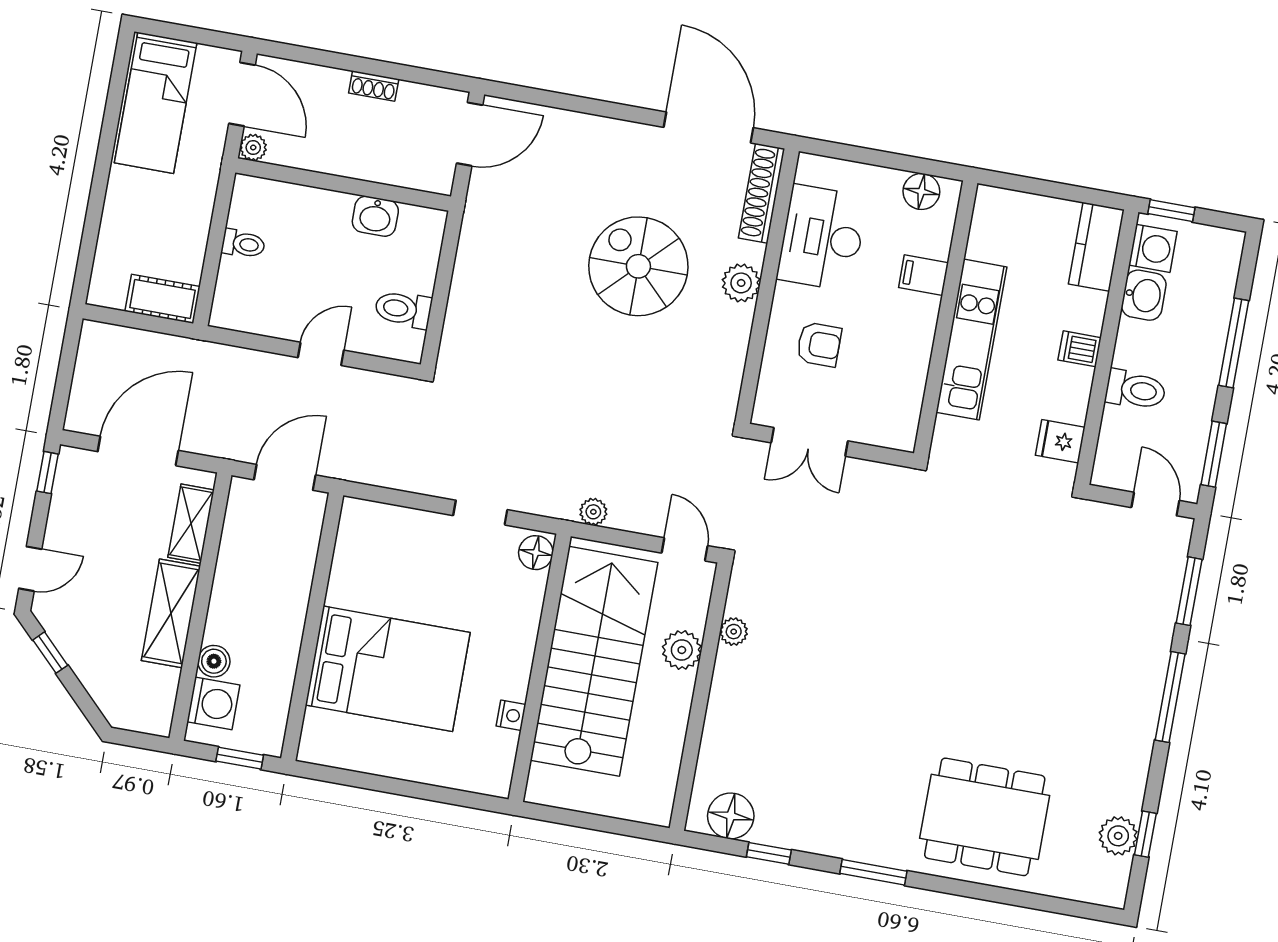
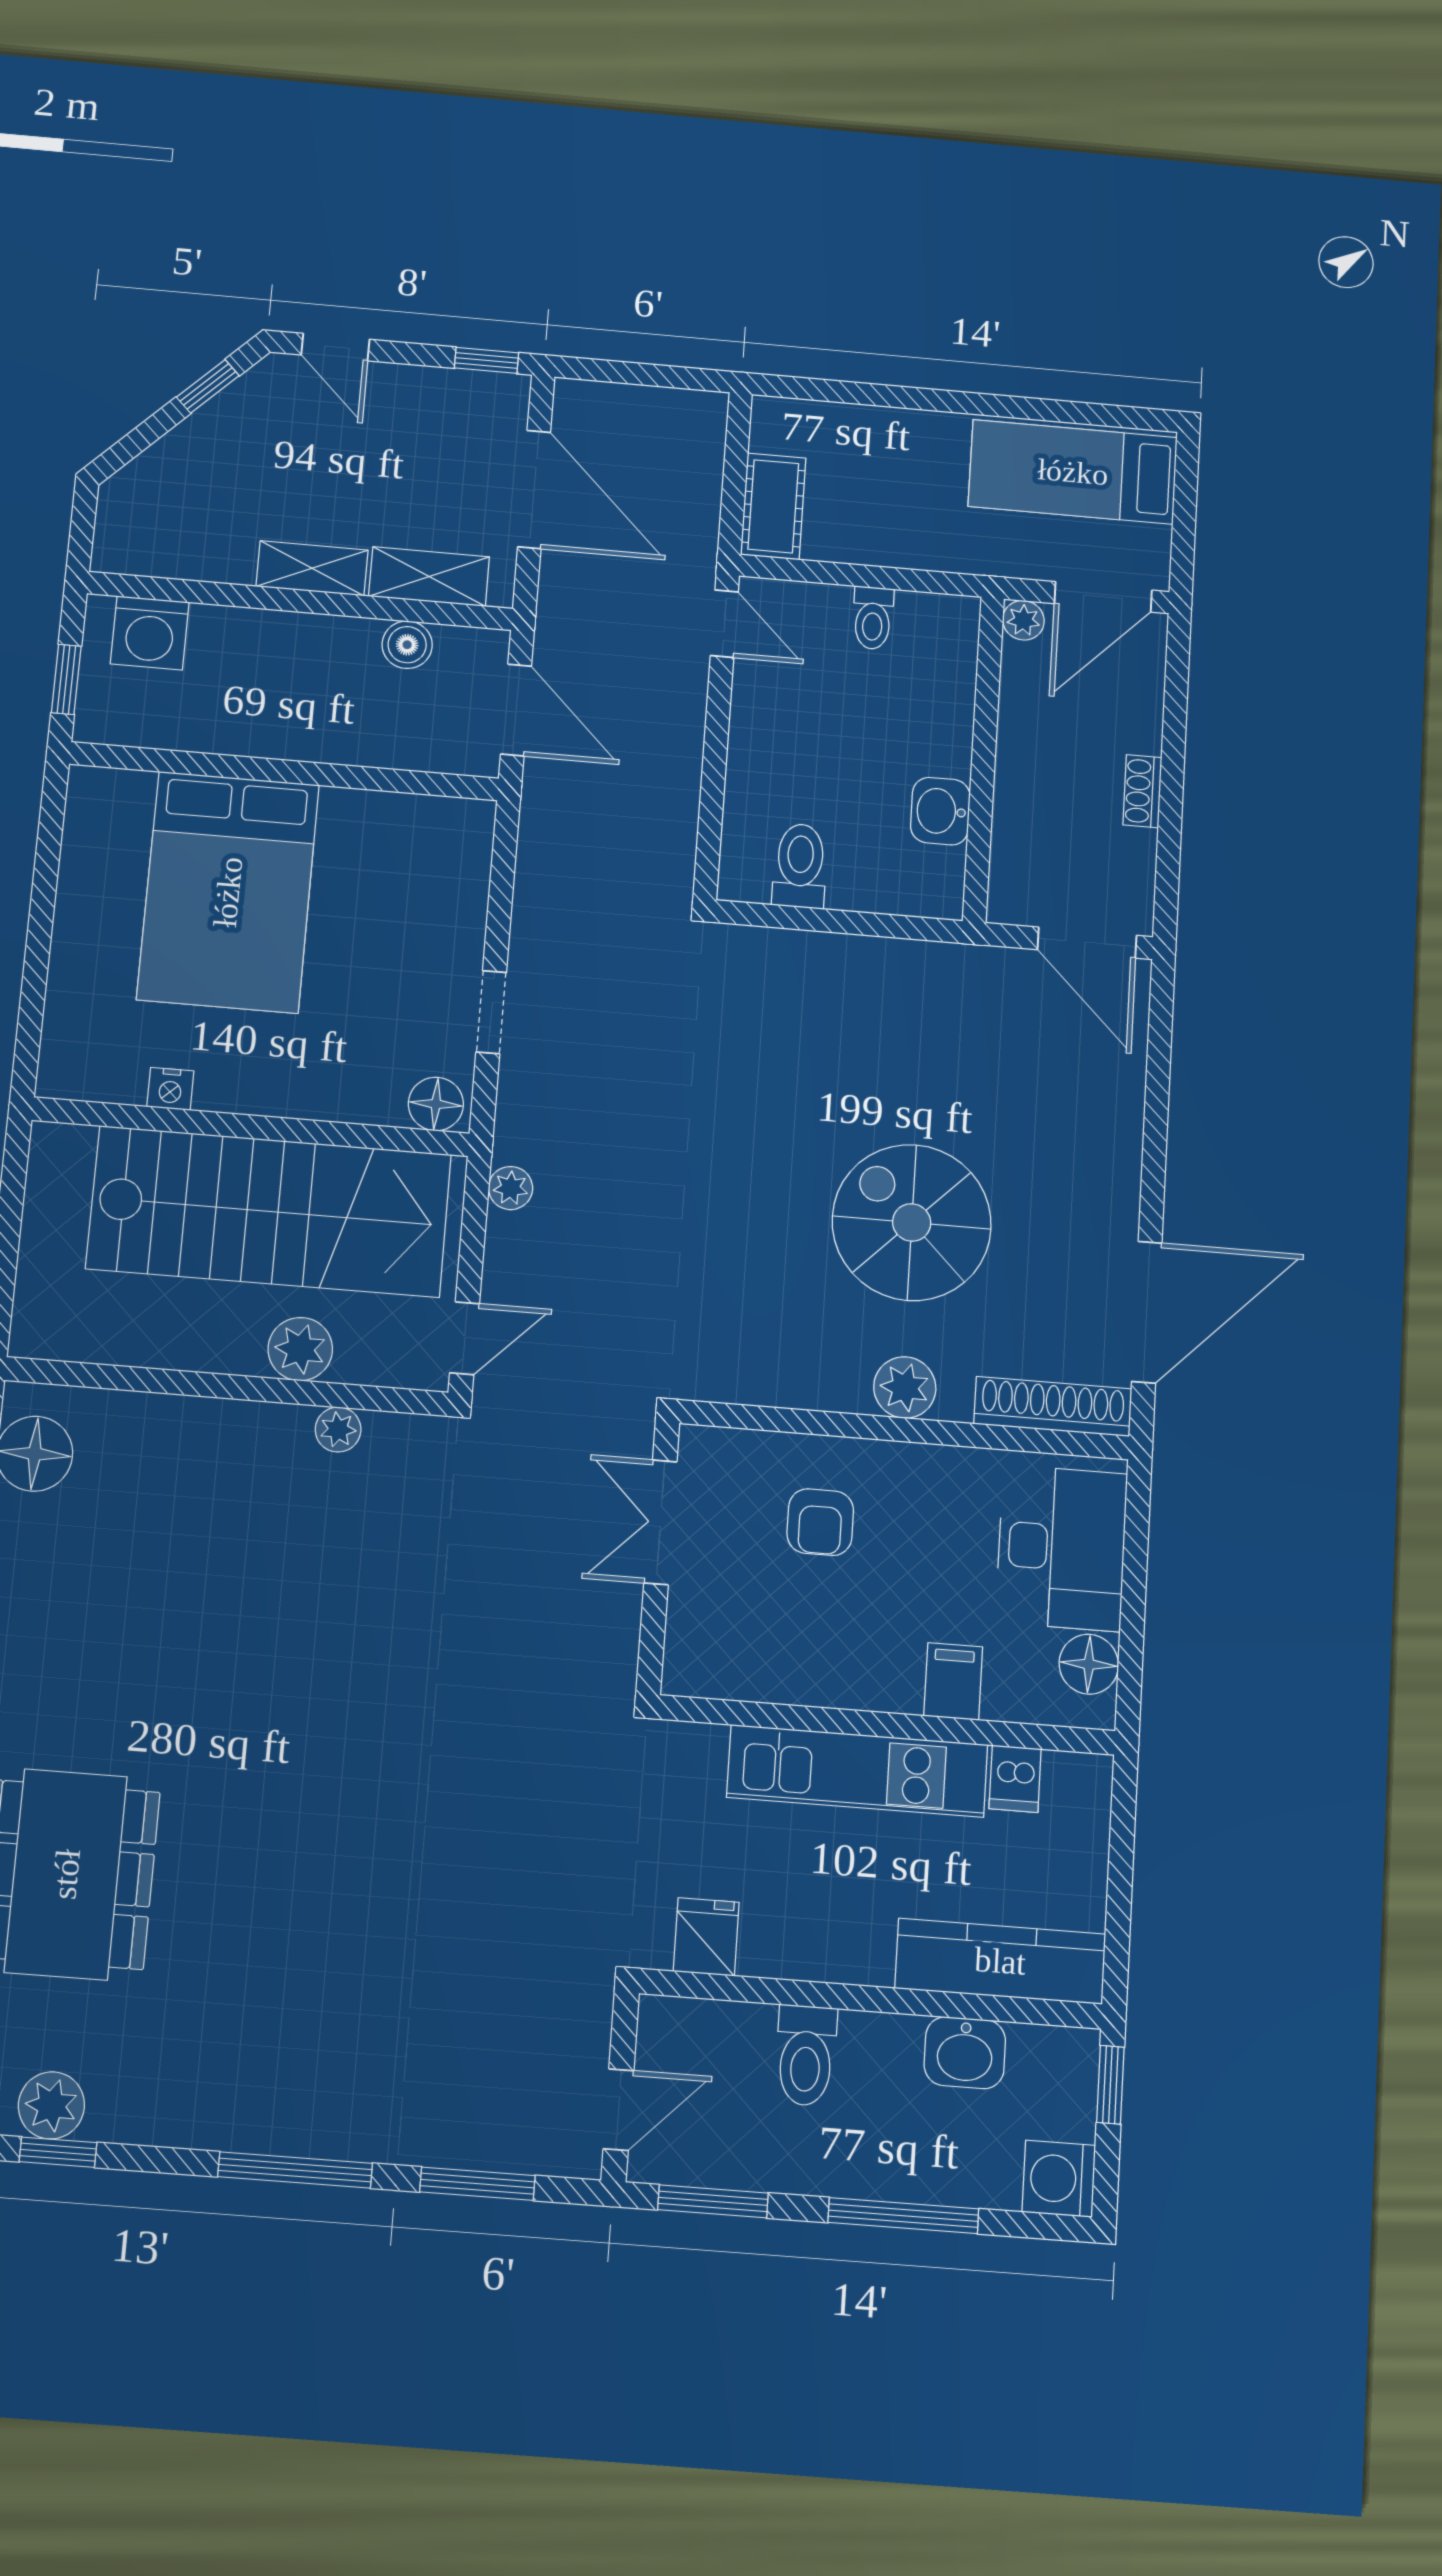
desk: (822, 238) -> (1062, 1548), moved, turned 90
kitchen counter: (1096, 247) -> (1000, 1961), width x1.50
washing machine: (1153, 248) -> (1059, 2179), moved, turned 90
spiral stairs: (638, 266) -> (912, 1222), turned -90
dishwasher: (1080, 349) -> (1015, 1779), moved, turned 180
door: (321, 354) -> (724, 624), moved
shelving: (171, 613) -> (312, 568), width x0.67, depth x0.75
boiler: (214, 661) -> (407, 645), moved

